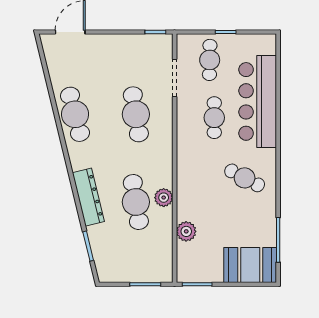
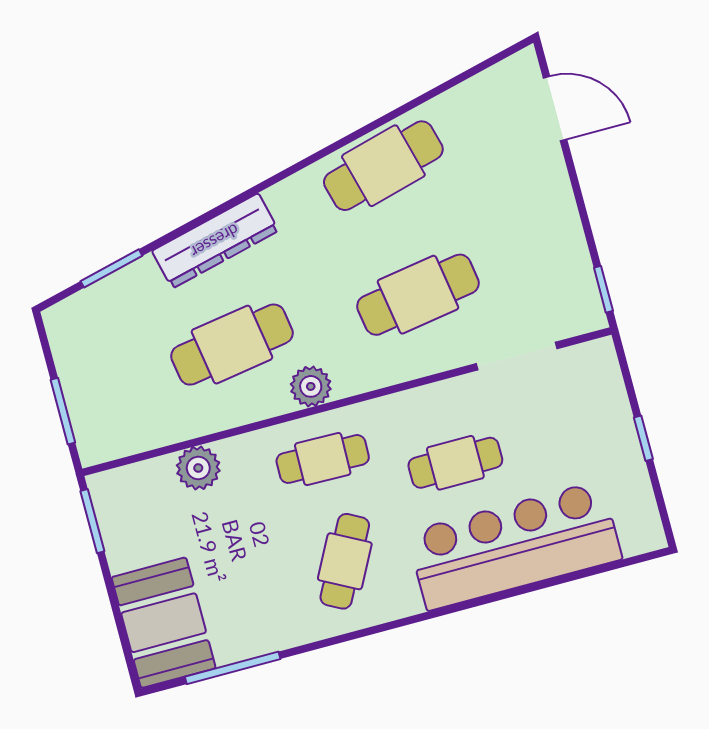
cafe table: (210, 60) -> (323, 459), moved
plant: (164, 198) -> (311, 386), moved

